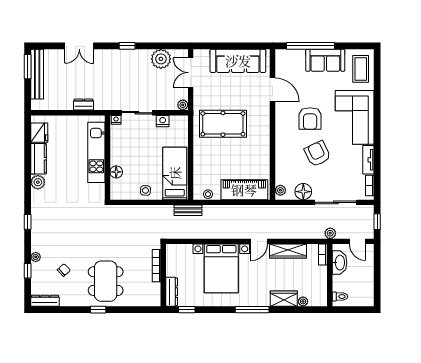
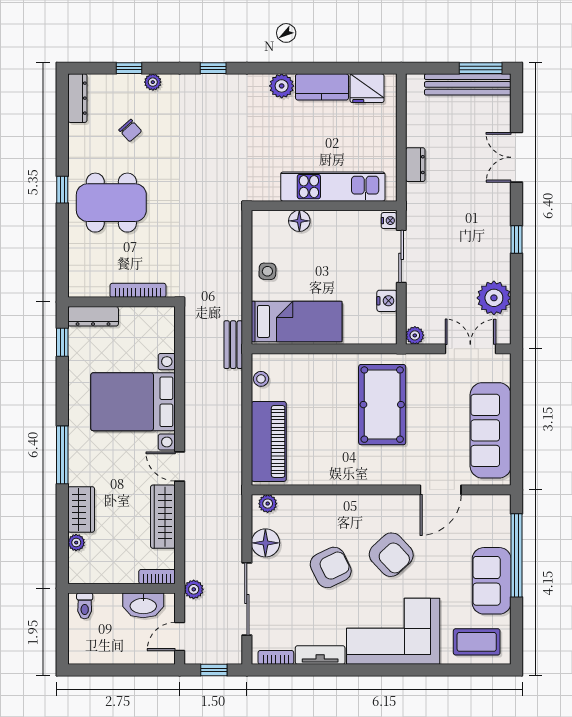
armchair: (310, 119) -> (391, 555), turned -133

